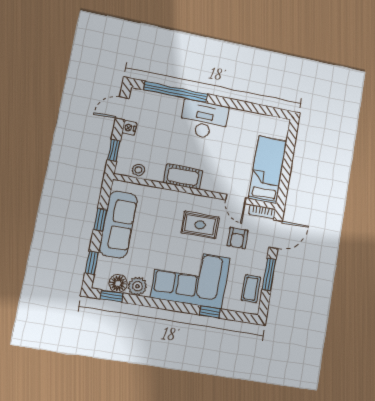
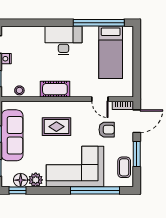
window: (176, 92) -> (99, 23), moved
bed: (268, 170) -> (111, 52), moved, turned 180
rug: (200, 225) -> (56, 127), moved
armchair: (238, 238) -> (107, 130), turned -90
window: (210, 312) -> (95, 190), width x3.17

